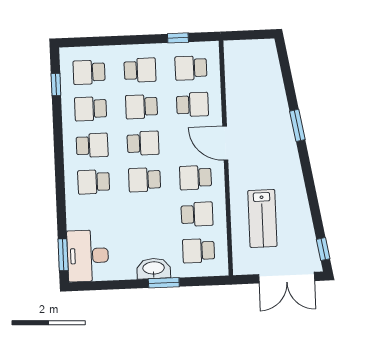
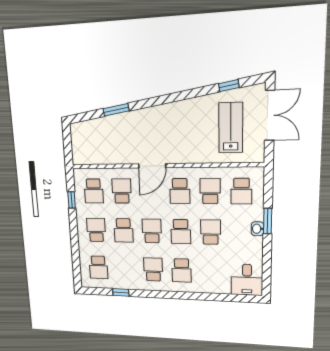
window: (56, 85) -> (121, 292), moved
school desk: (91, 109) -> (211, 232), moved, turned 180
window: (297, 125) -> (116, 110), moved
lab bench: (262, 218) -> (231, 128), moved, turned -90
window: (323, 249) -> (229, 86), moved
window: (63, 255) -> (239, 298), removed
desk: (88, 256) -> (247, 280), width x0.73
washbasin: (154, 268) -> (257, 229), width x0.52, depth x0.69

